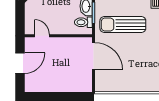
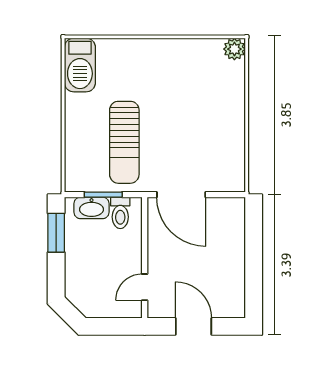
door: (94, 56) -> (181, 195), swing flipped

